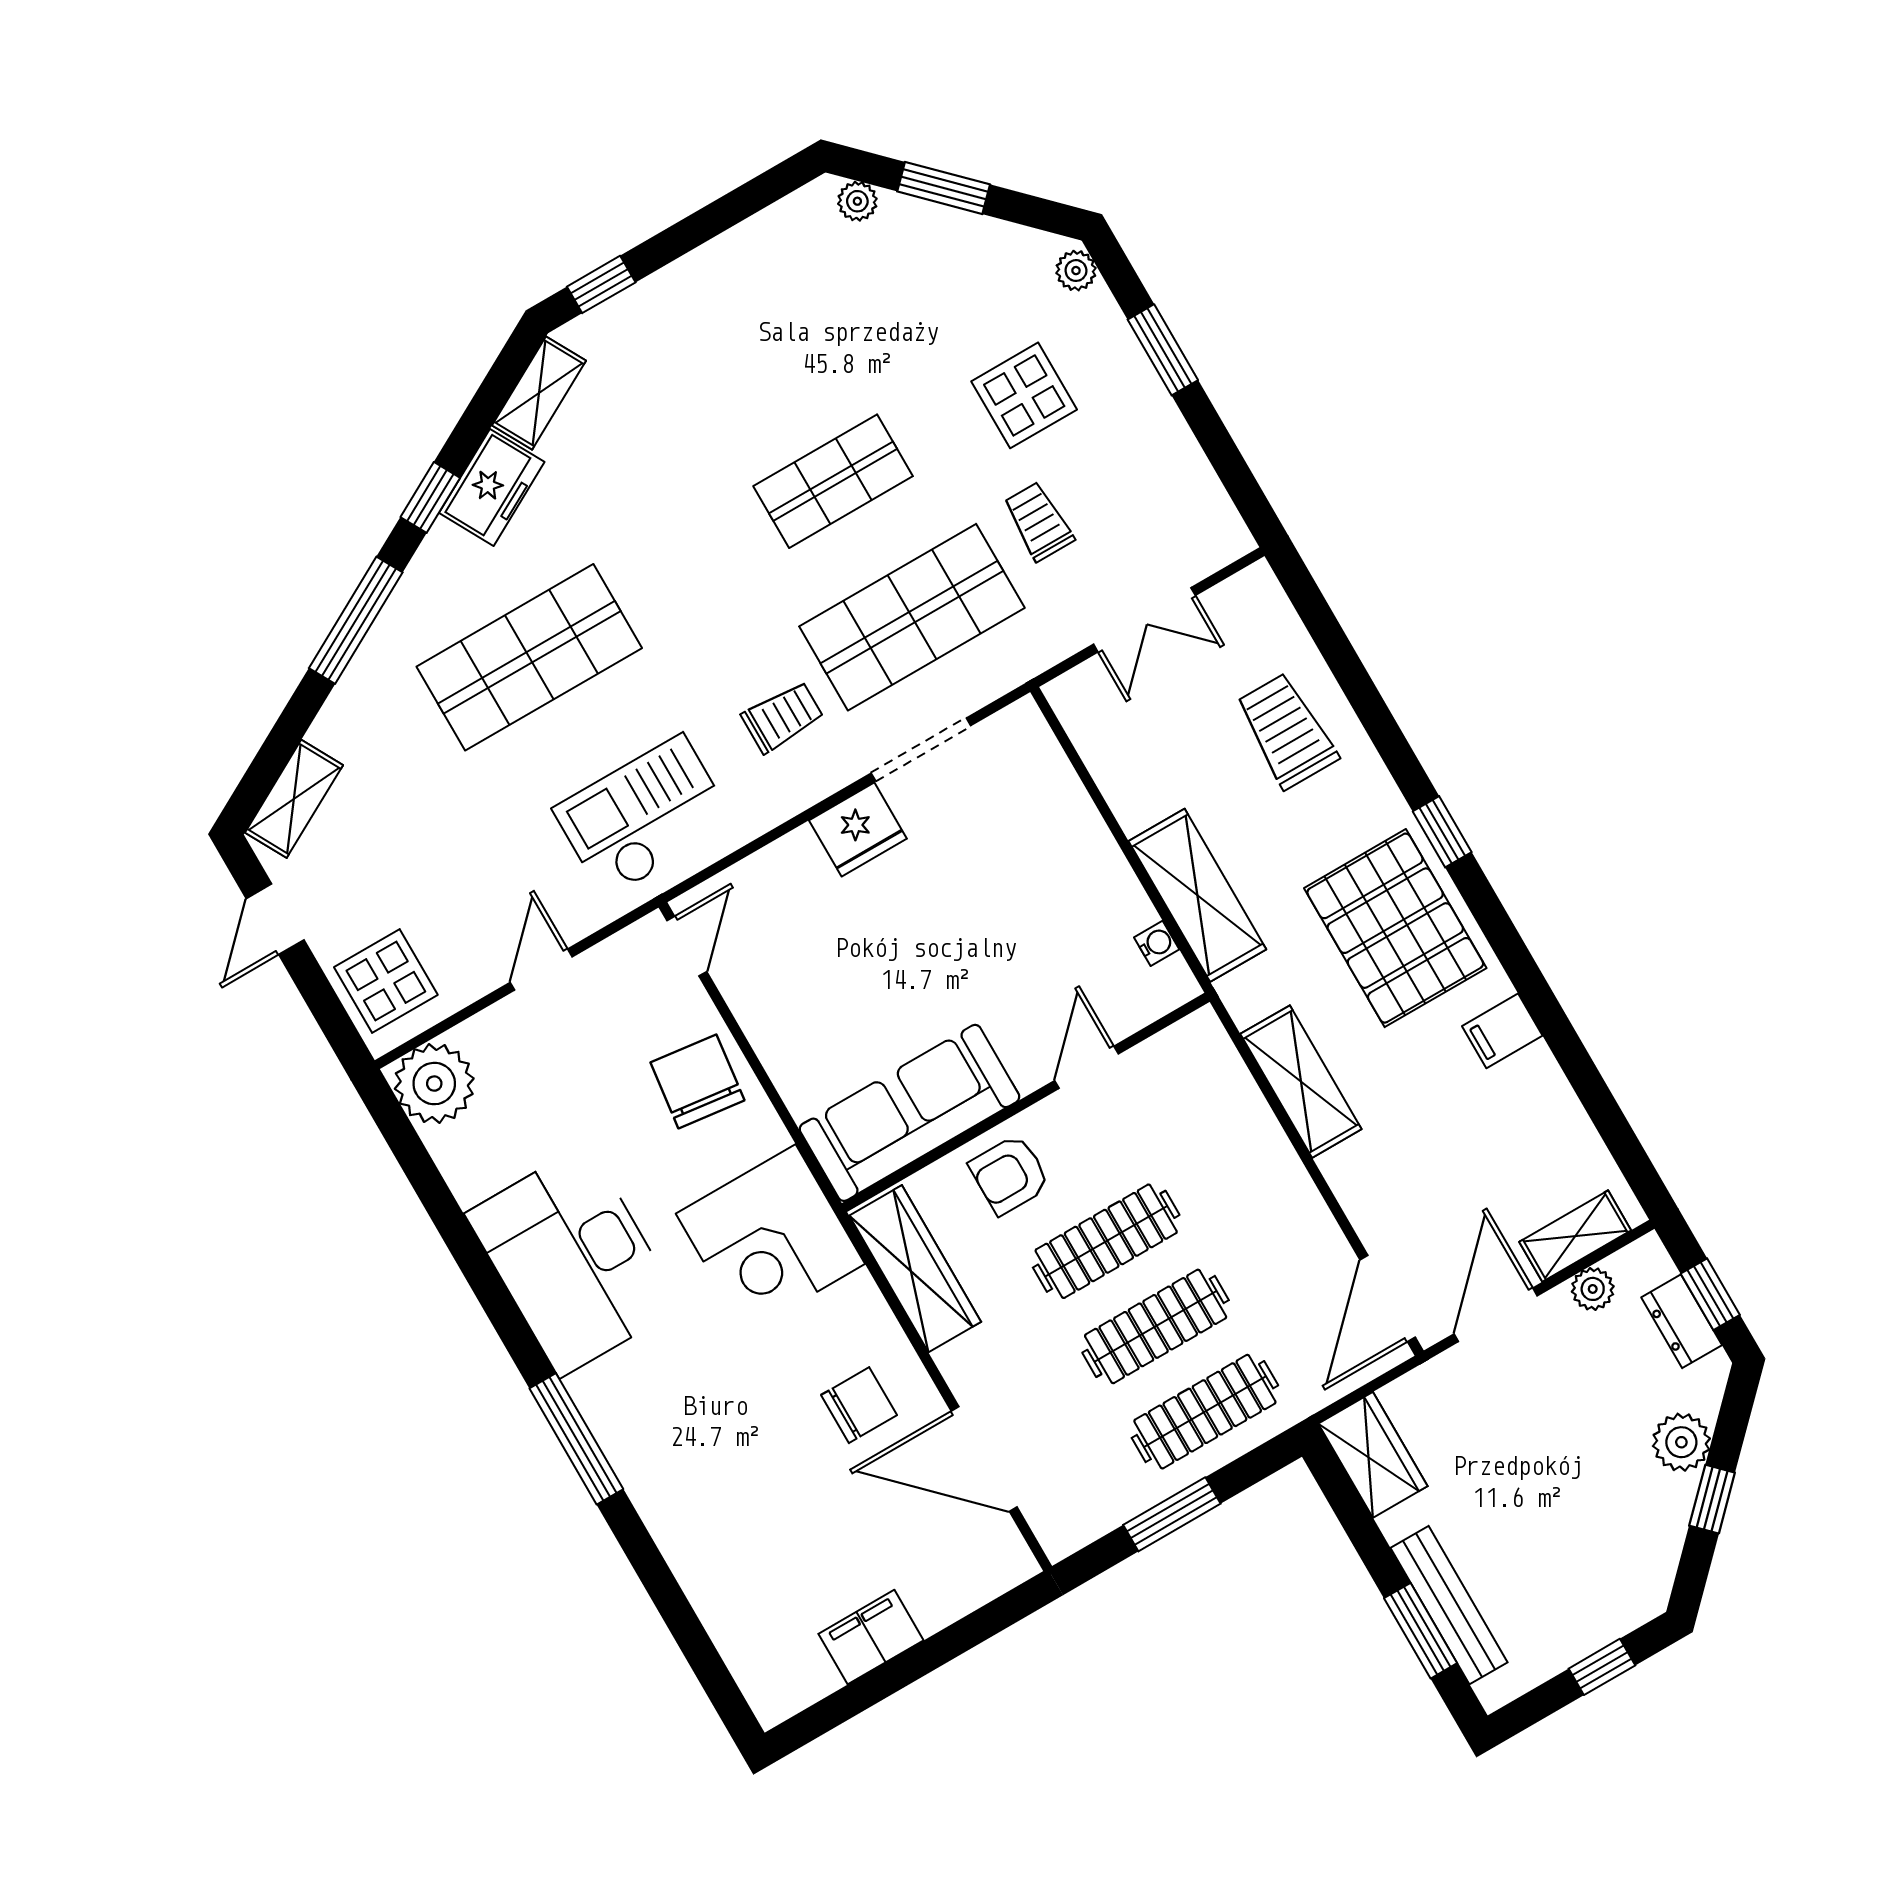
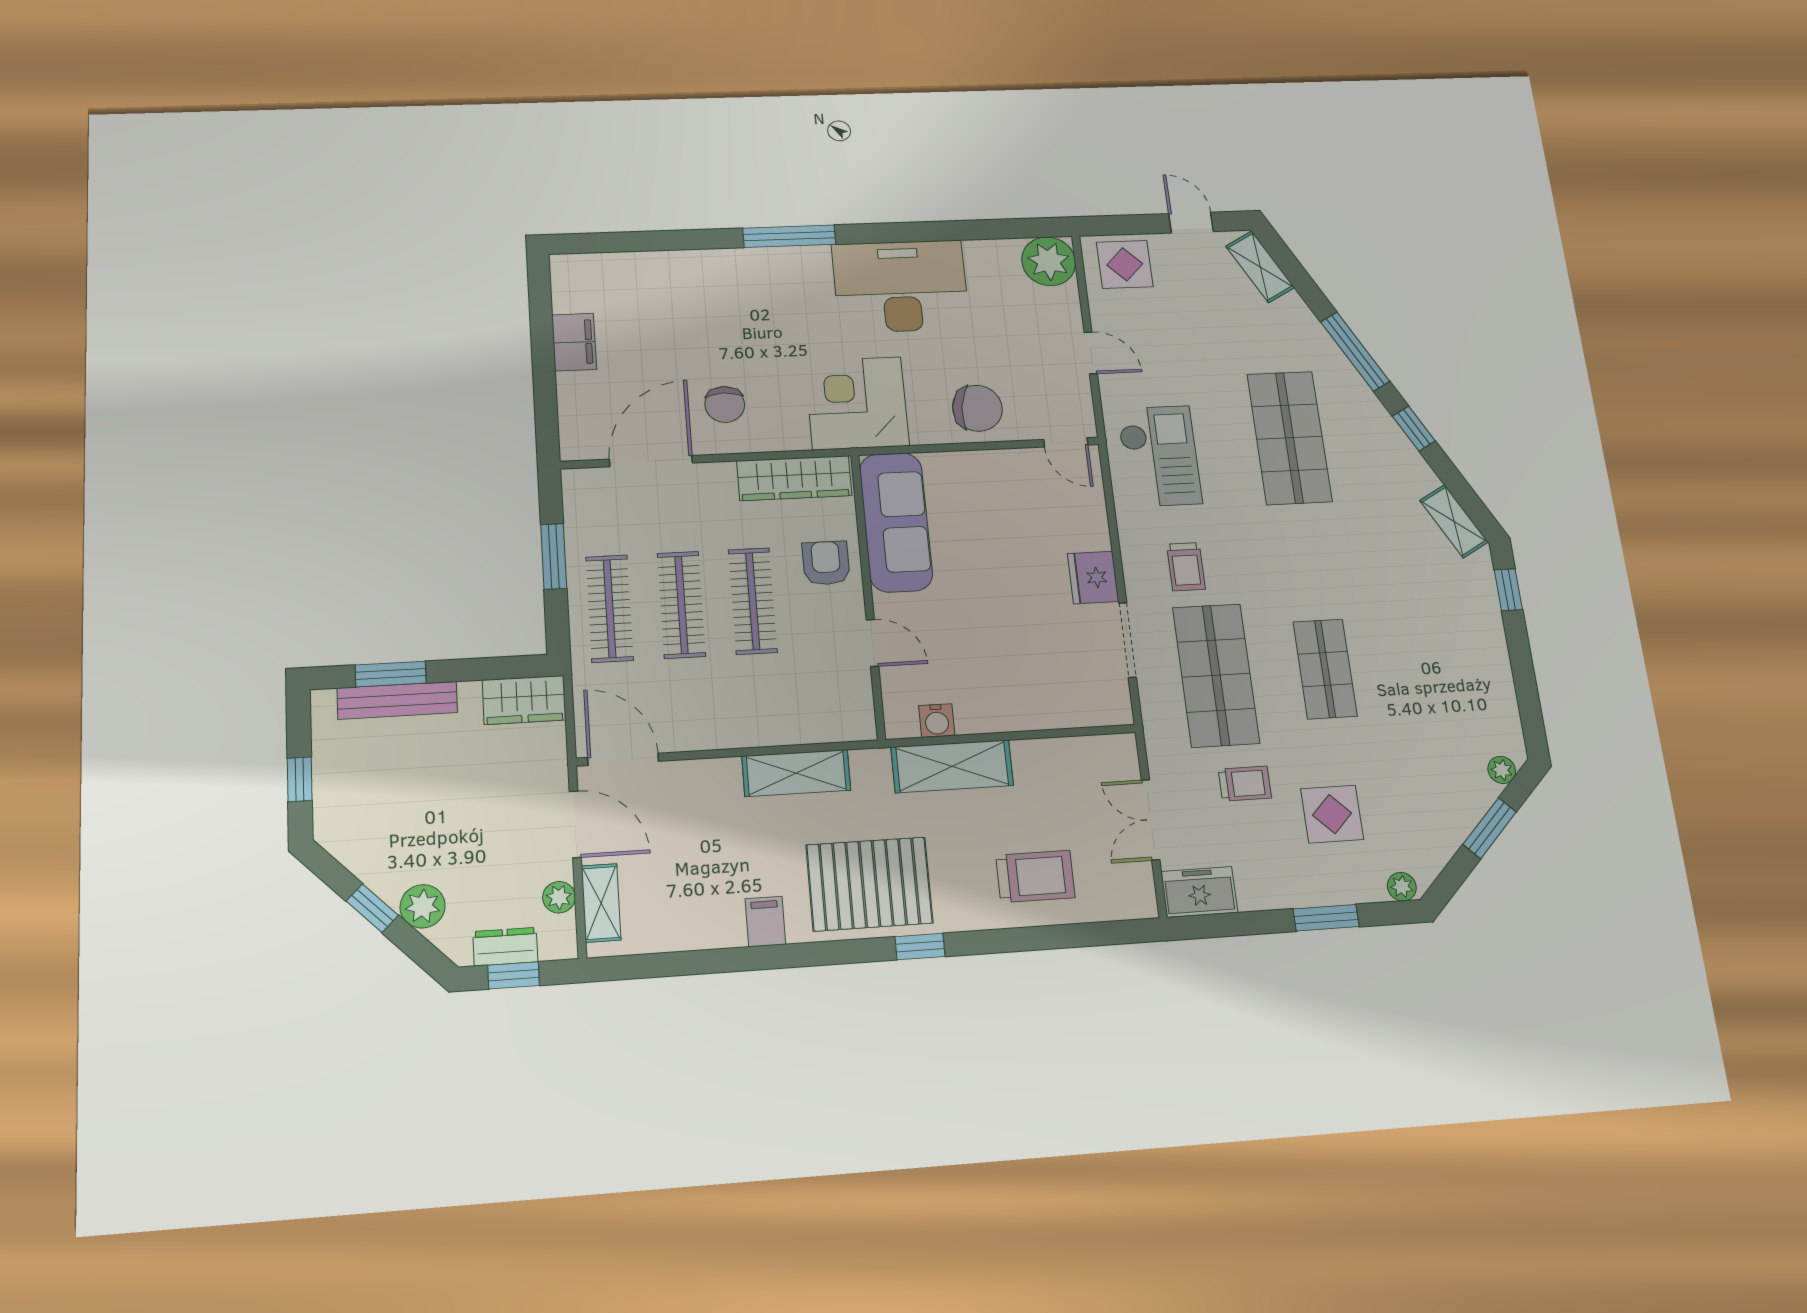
freezer: (492, 487) -> (1199, 892), moved, turned 119
water cooler: (1157, 943) -> (937, 721), width x1.38, depth x1.38

